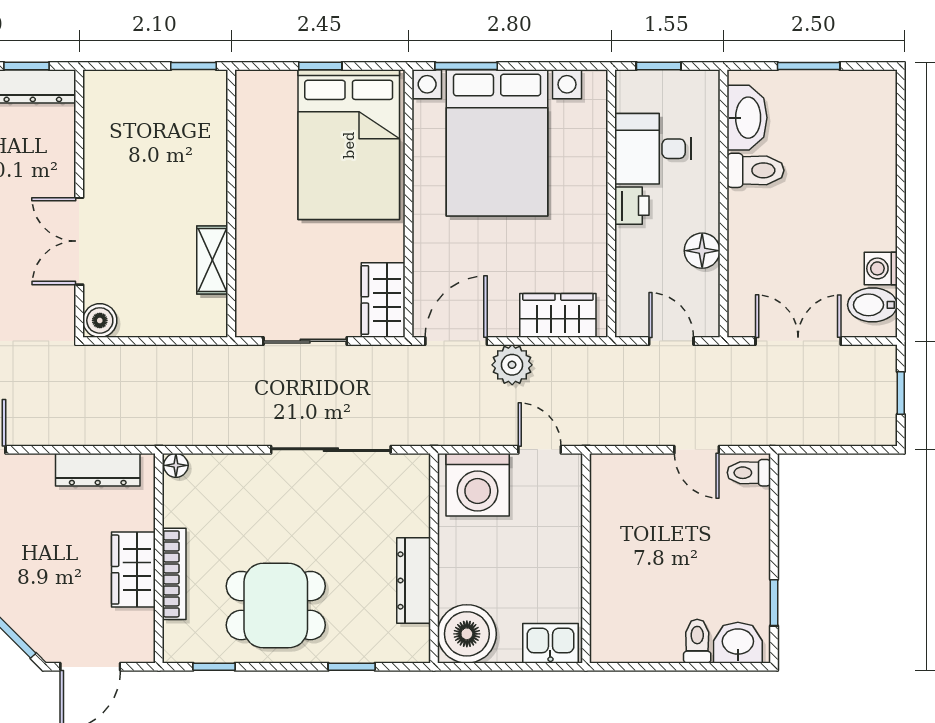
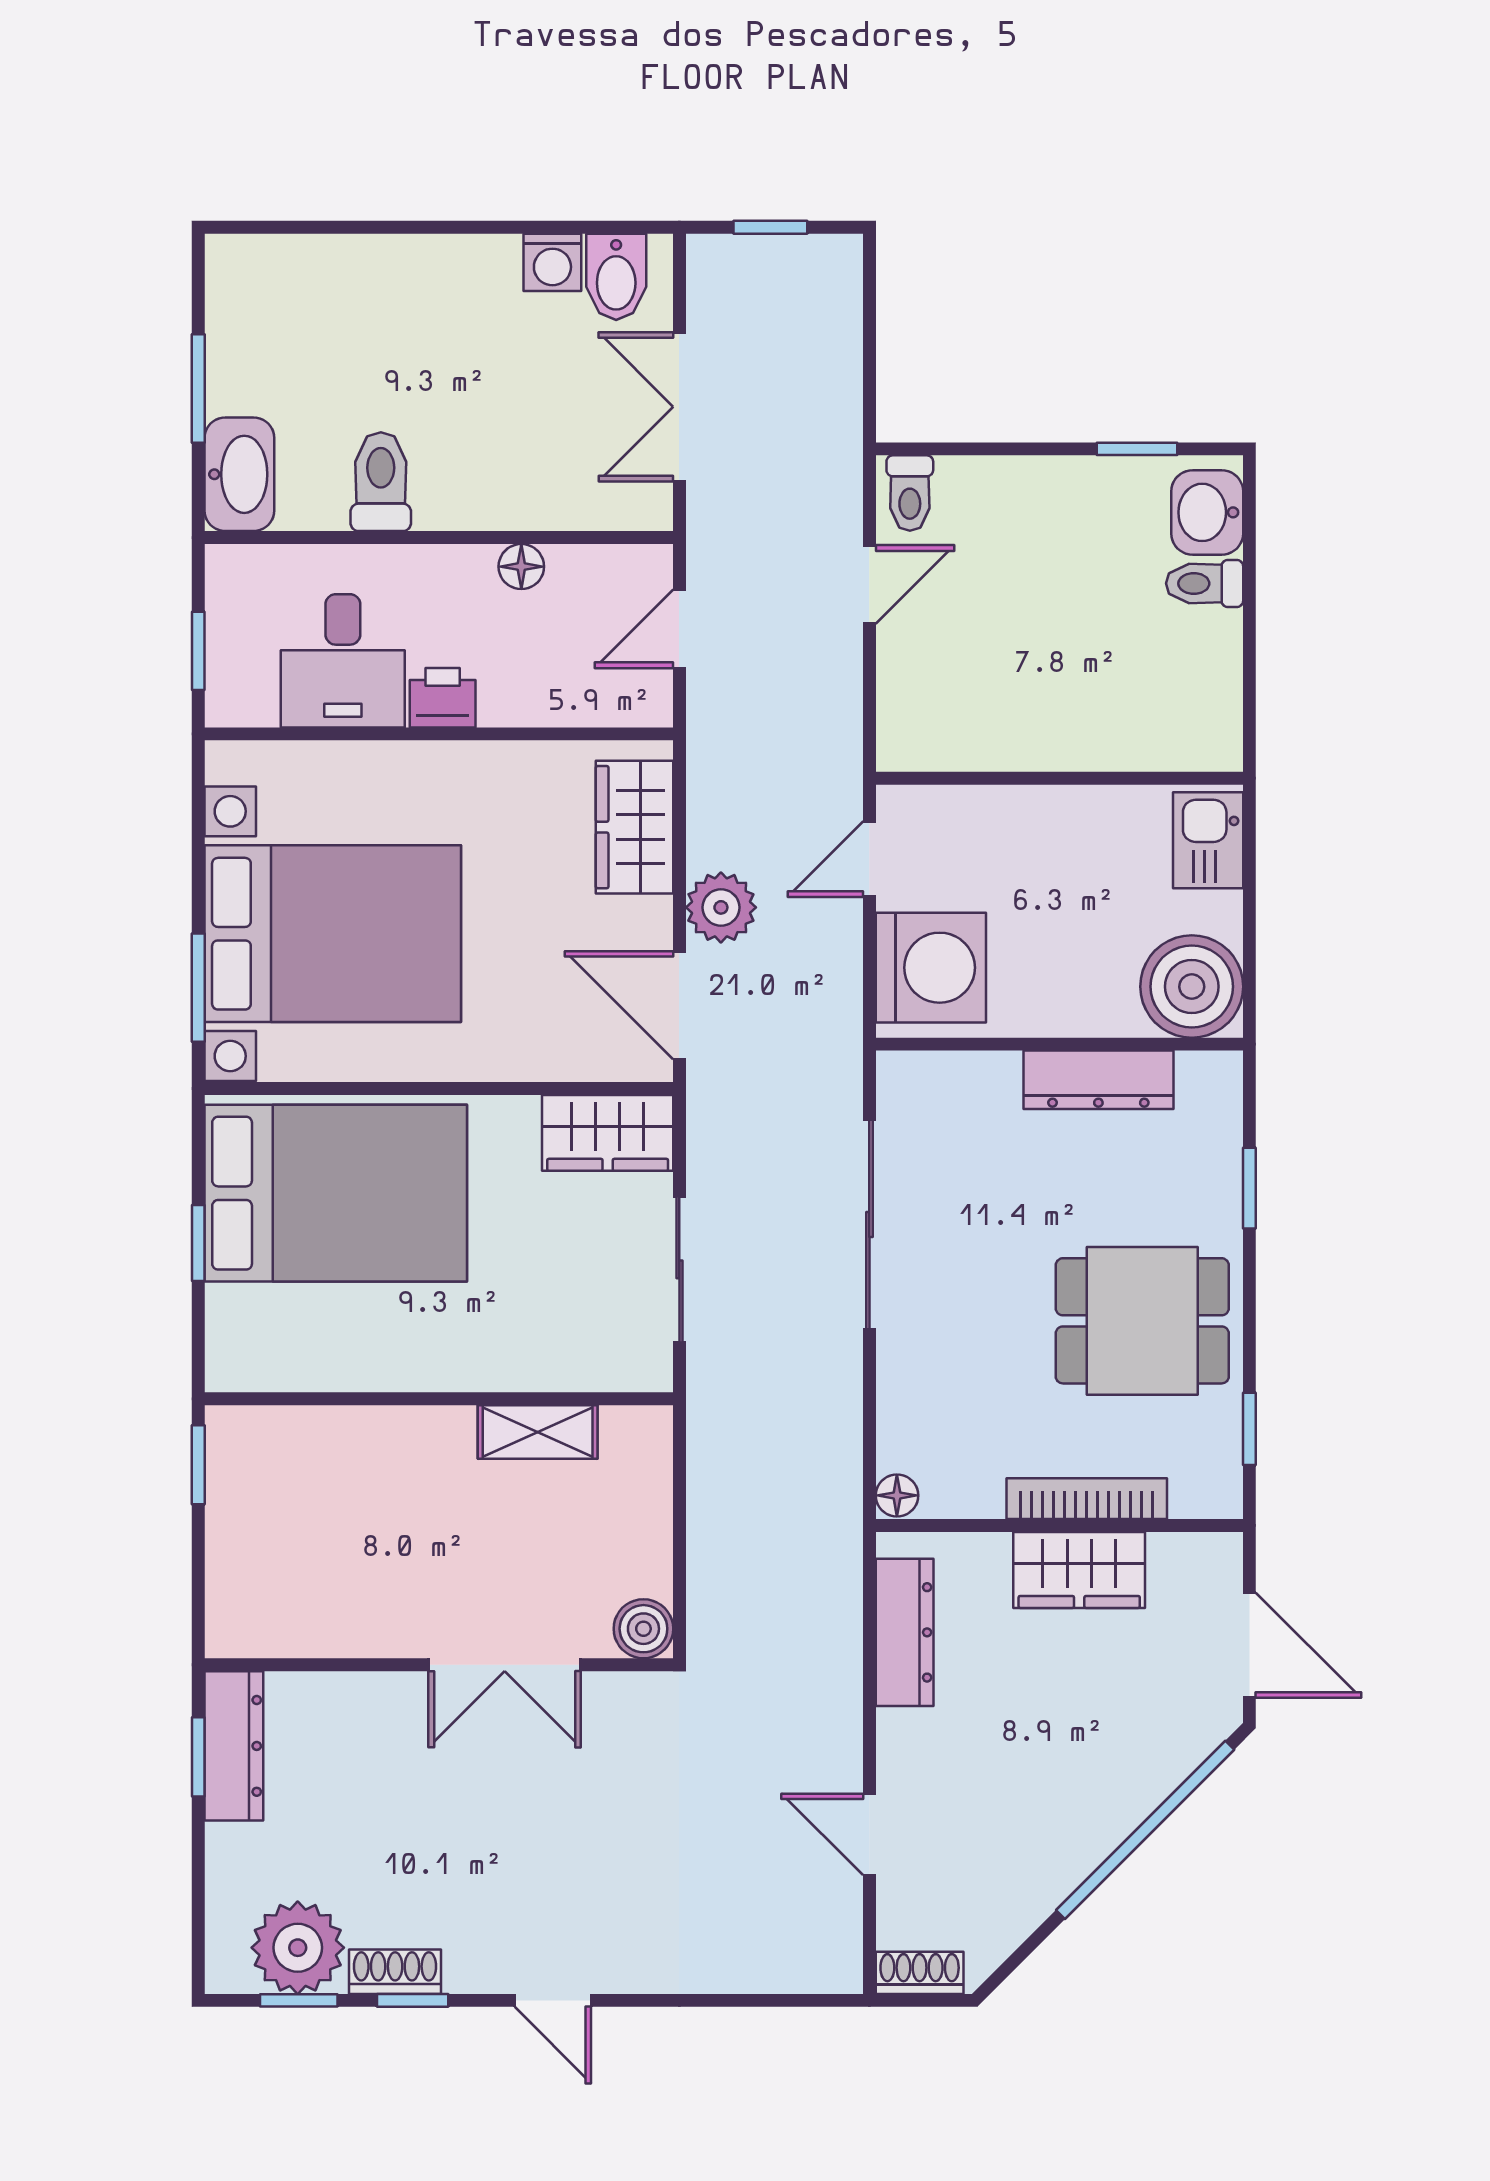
washbasin: (747, 118) -> (239, 474), moved, turned 90
floor lamp: (702, 251) -> (521, 567), width x0.73, depth x0.73
dining table: (276, 606) -> (1142, 1321), turned 90

